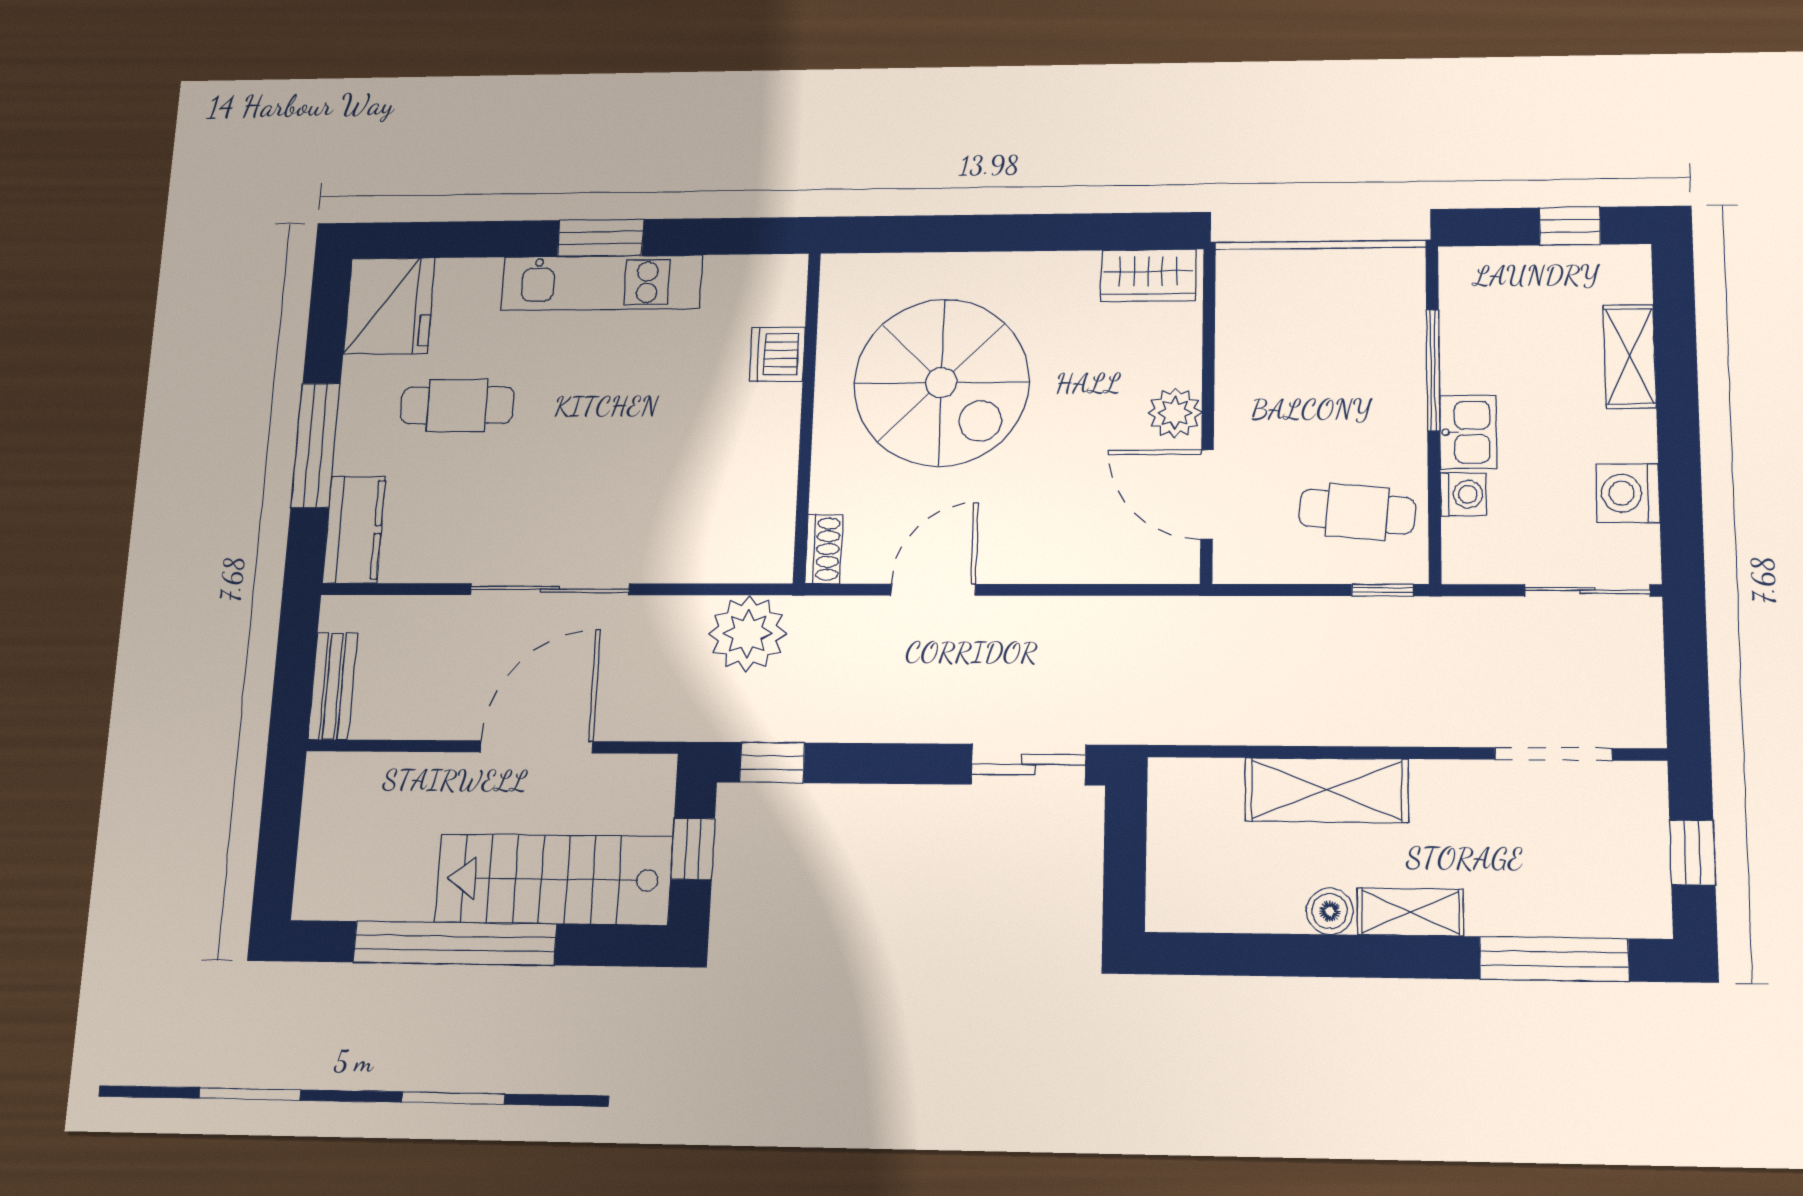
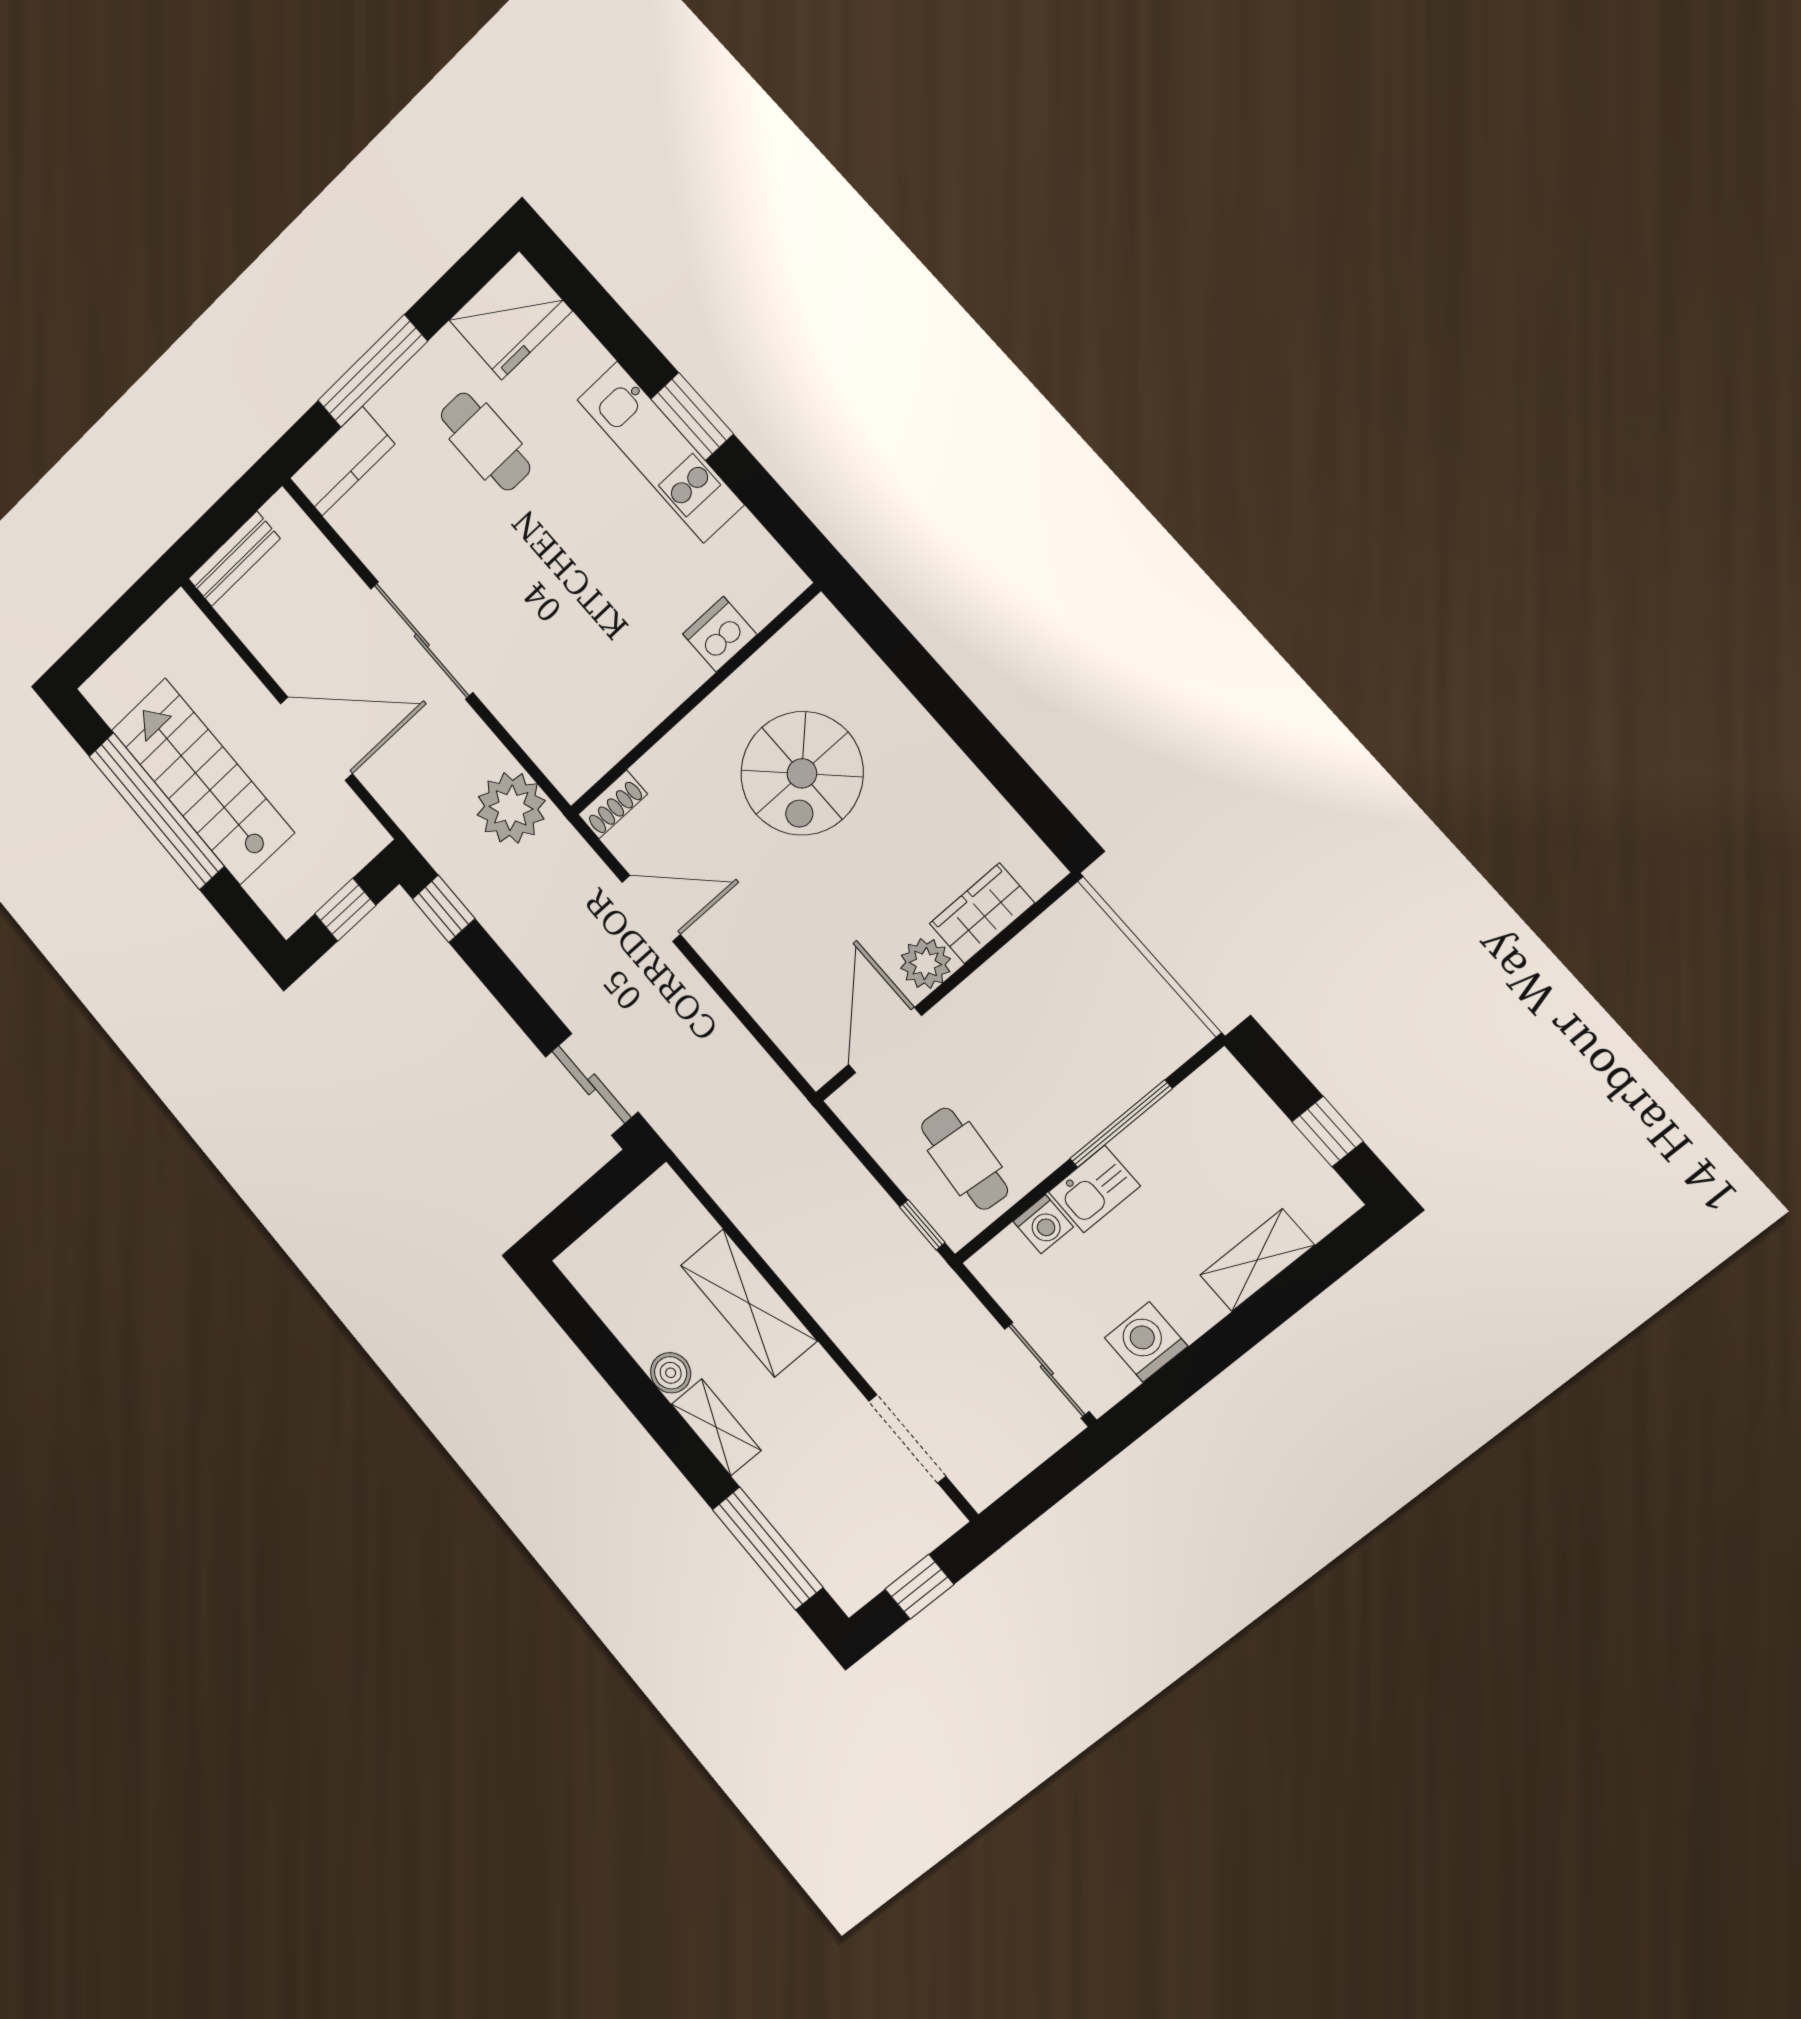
wardrobe: (1148, 275) -> (982, 913), moved, turned 90
spiral stairs: (941, 383) -> (802, 773), width x0.73, depth x0.73
stairs: (554, 879) -> (203, 781), moved

